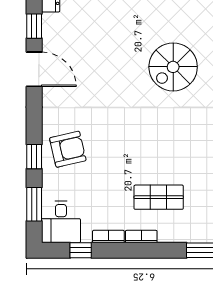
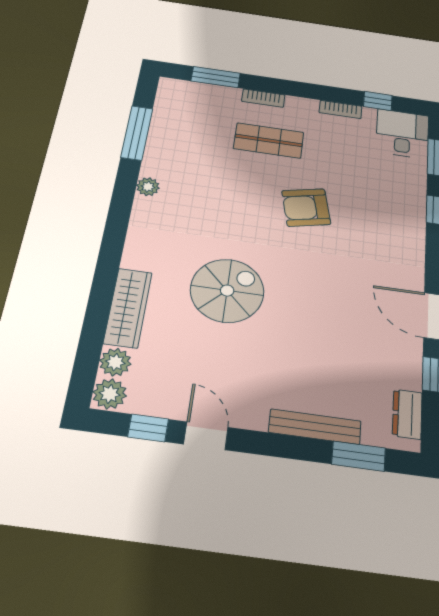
armchair: (68, 149) -> (306, 207), moved
bookcase: (141, 237) -> (263, 98), moved

